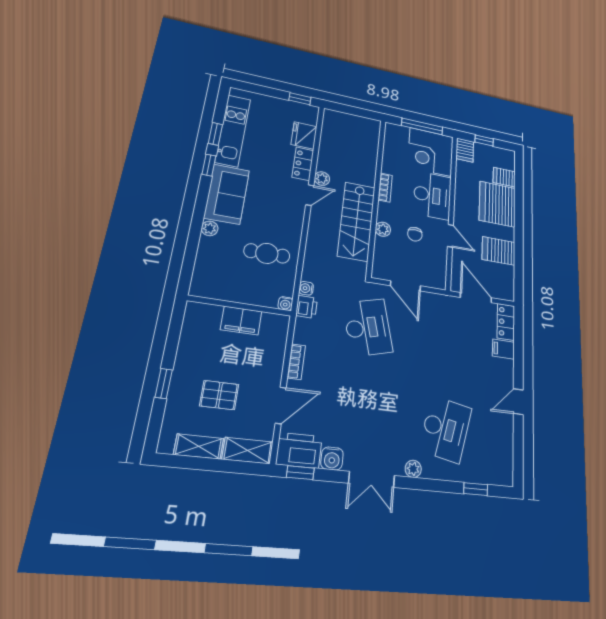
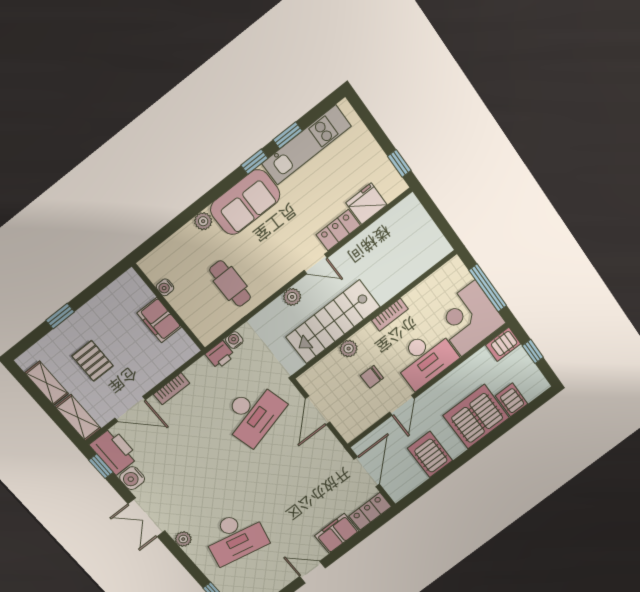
plant: (322, 179) -> (292, 297), moved
water cooler: (285, 304) -> (165, 287), moved
filing cabinet: (503, 349) -> (337, 533), width x2.00

